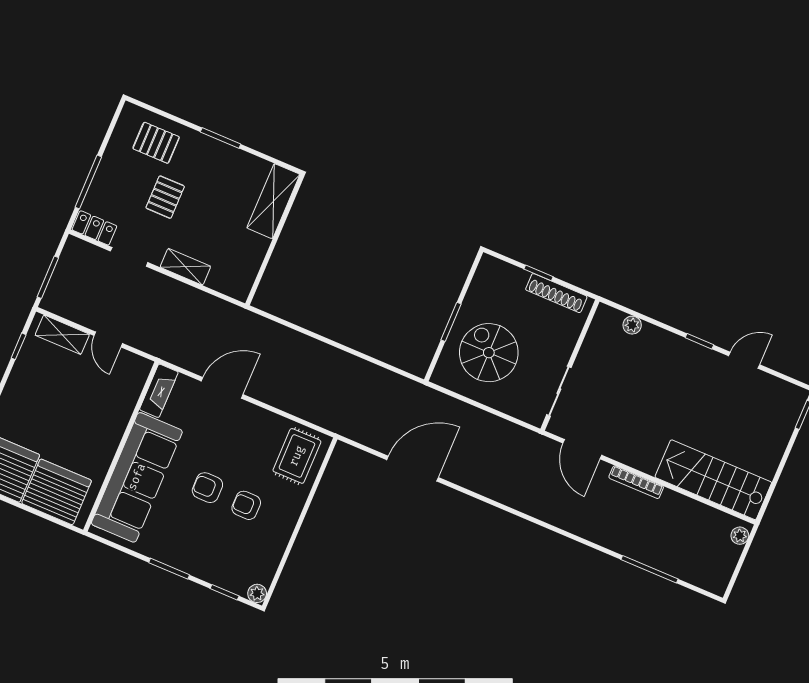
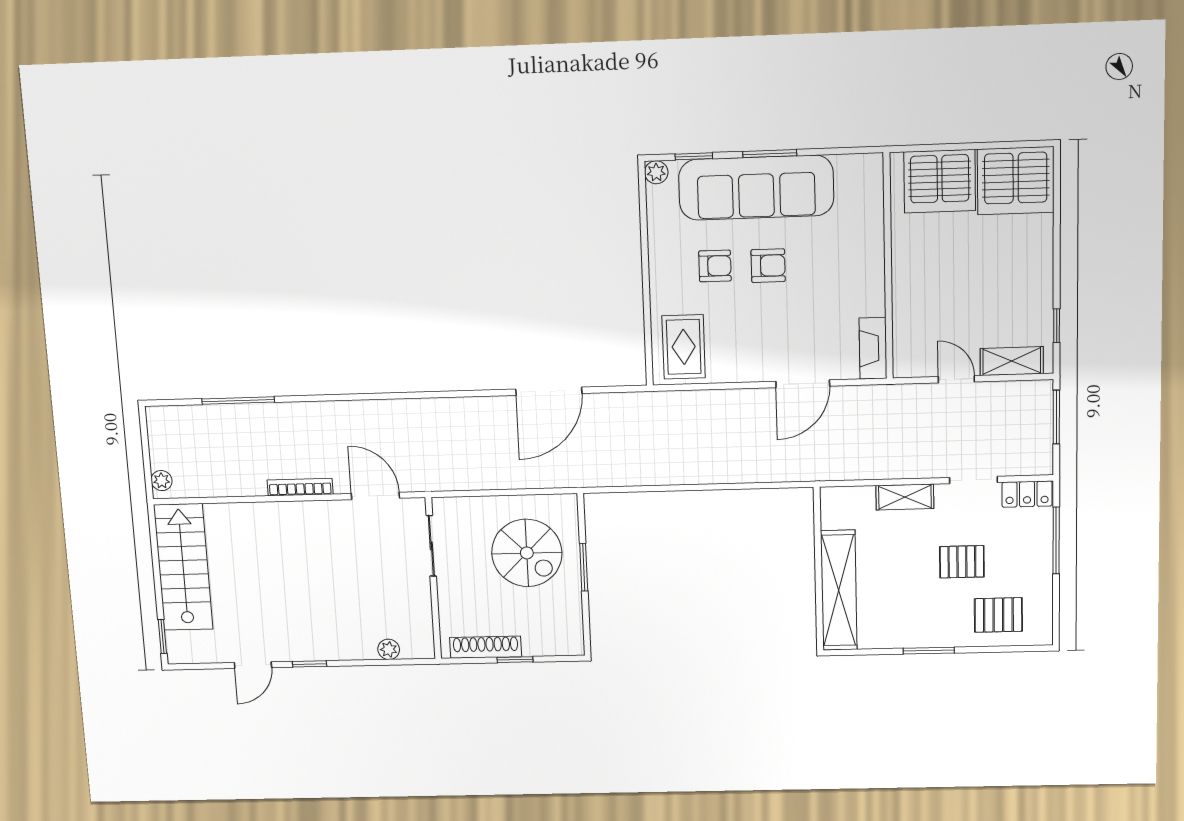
pallet: (165, 197) -> (962, 562), turned 90
shelving: (273, 201) -> (839, 590), width x1.47
sofa: (137, 477) -> (756, 188), moved, turned -90
stairs: (713, 480) -> (183, 567), moved, turned -90

